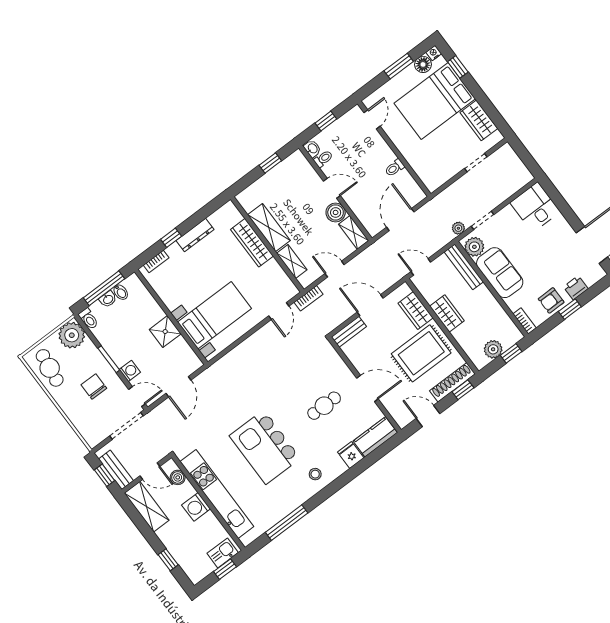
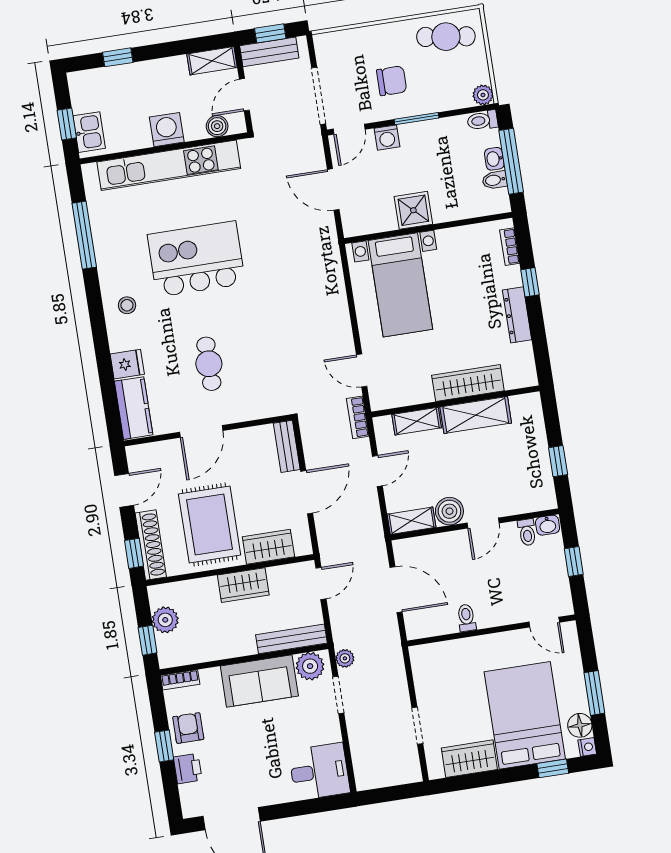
plant: (72, 335) -> (483, 95), width x0.53, depth x0.53
shelving: (147, 507) -> (212, 61), width x0.67, depth x0.75

